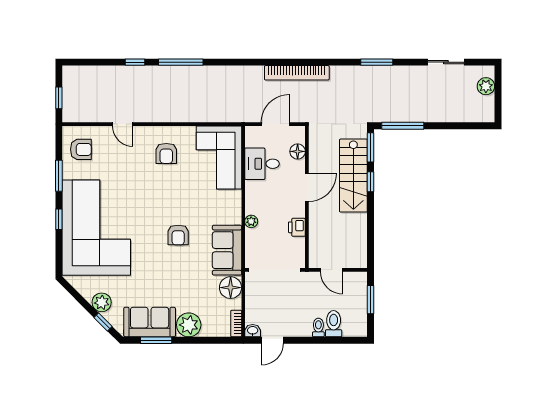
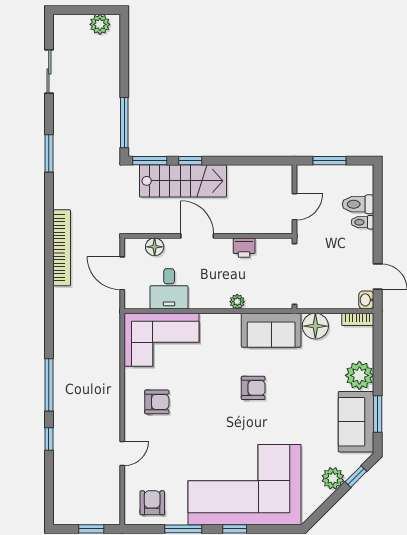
plant: (486, 86) -> (100, 24), moved

